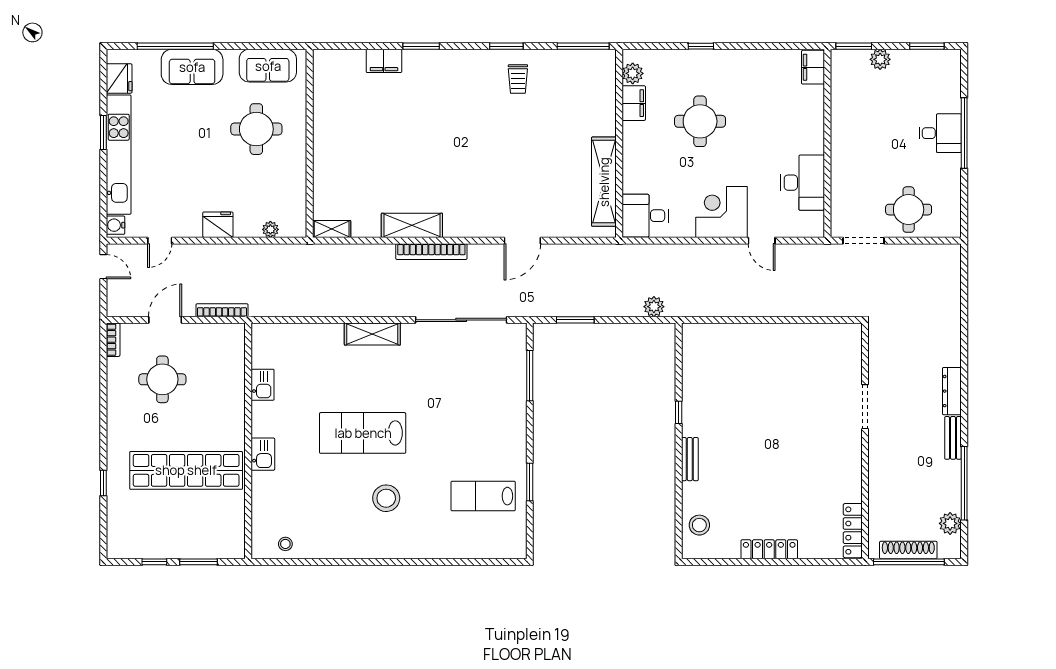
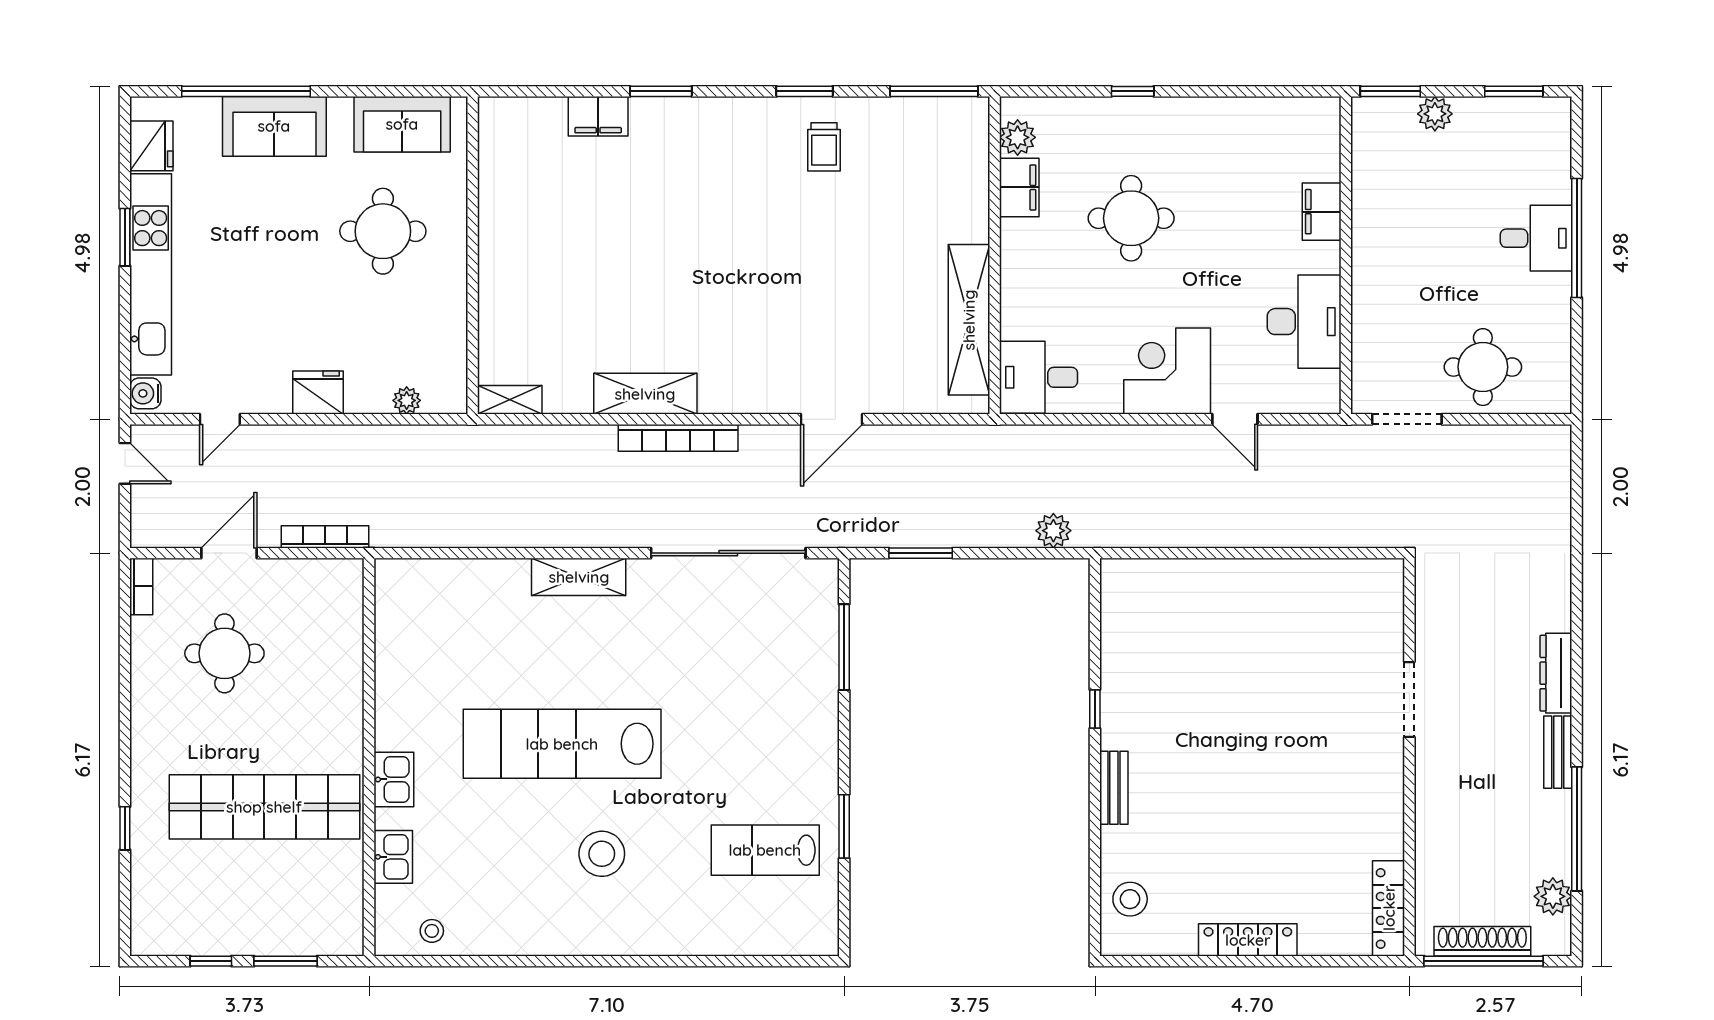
filing cabinet: (813, 67) -> (1322, 212), moved
kitchen sink: (262, 385) -> (393, 857), moved
lab bench: (363, 433) -> (562, 744), width x1.36

